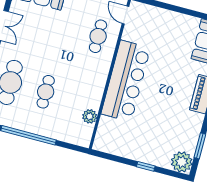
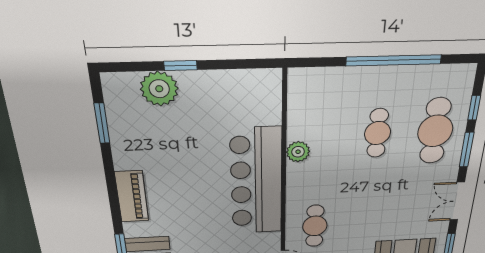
plant: (90, 116) -> (298, 152), moved
plant: (182, 162) -> (159, 89), moved

